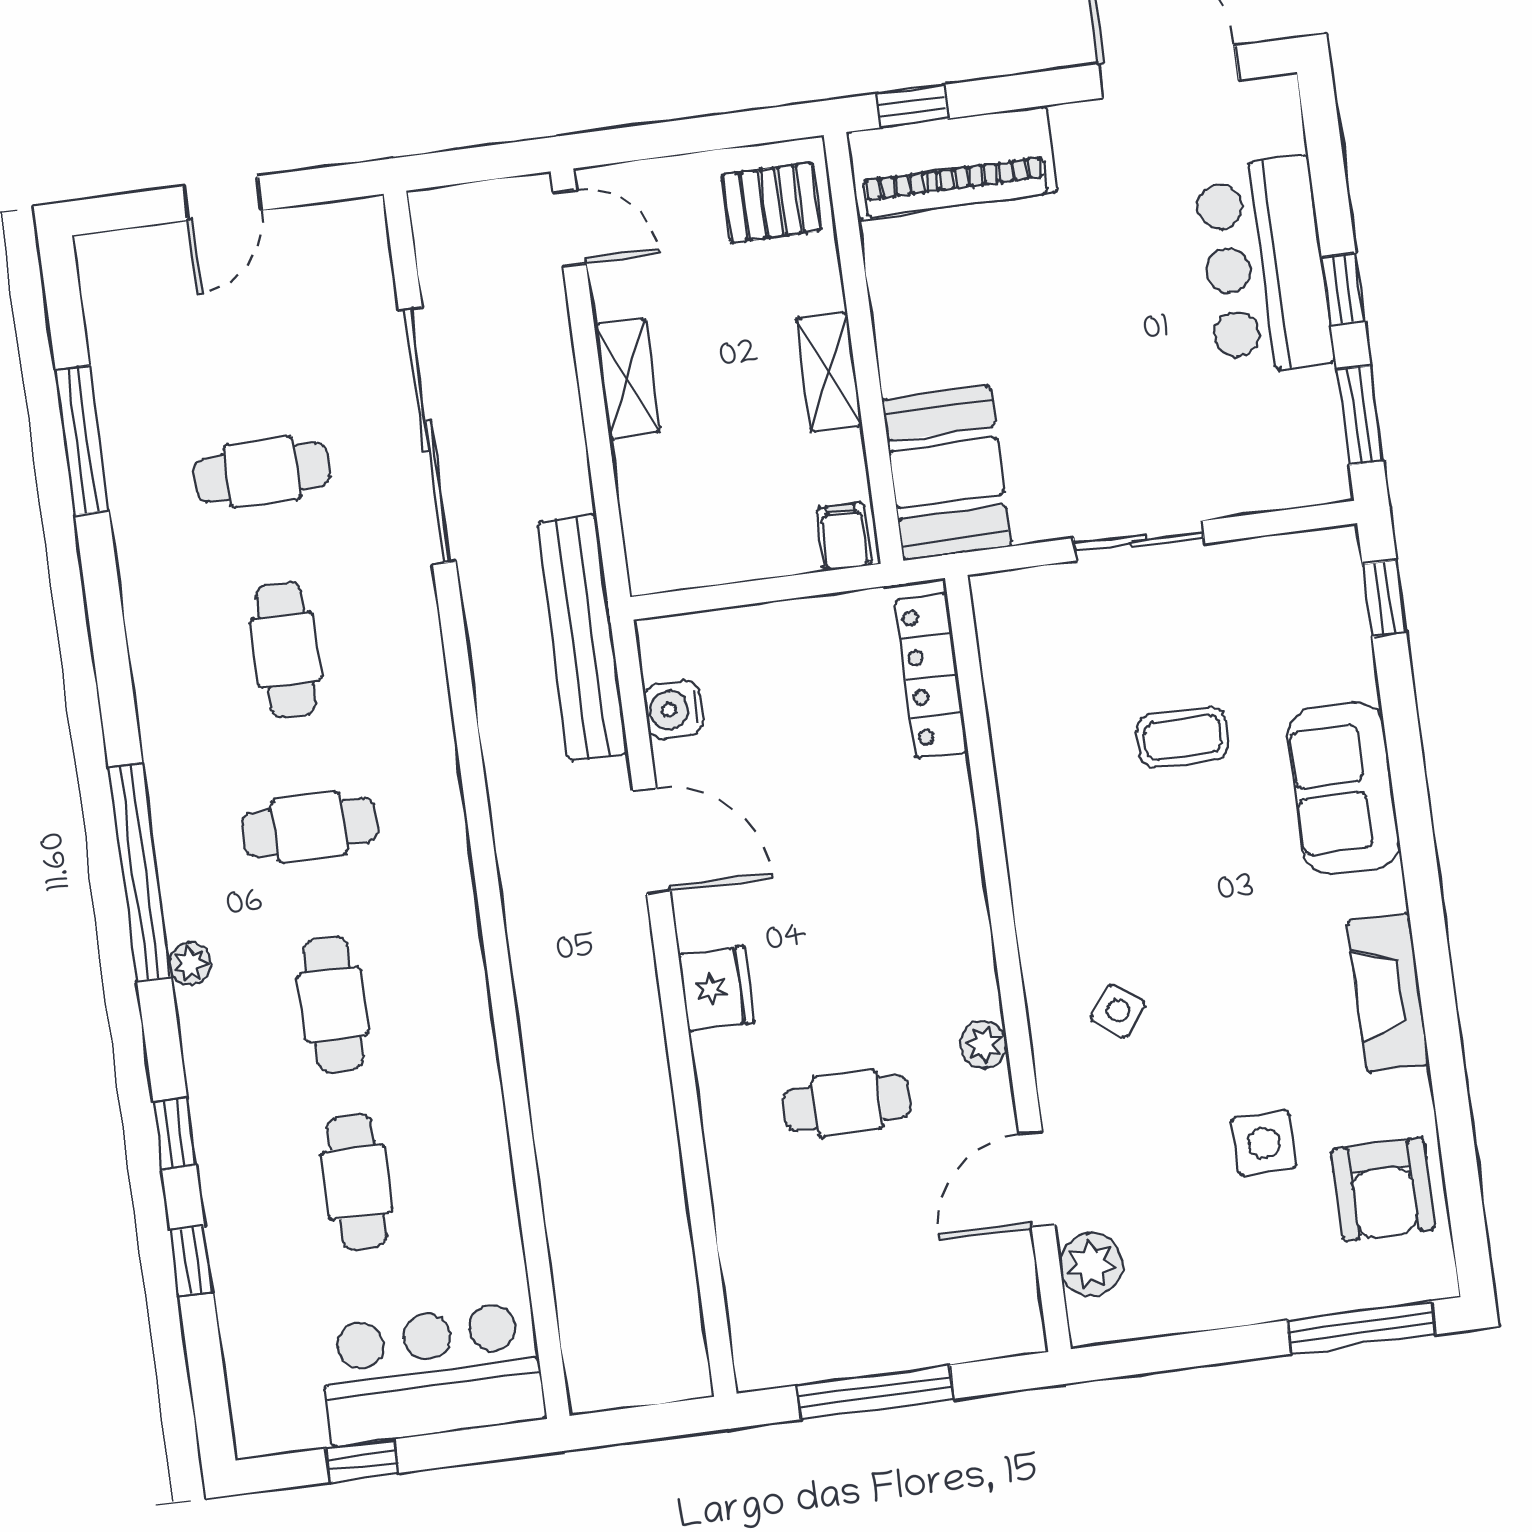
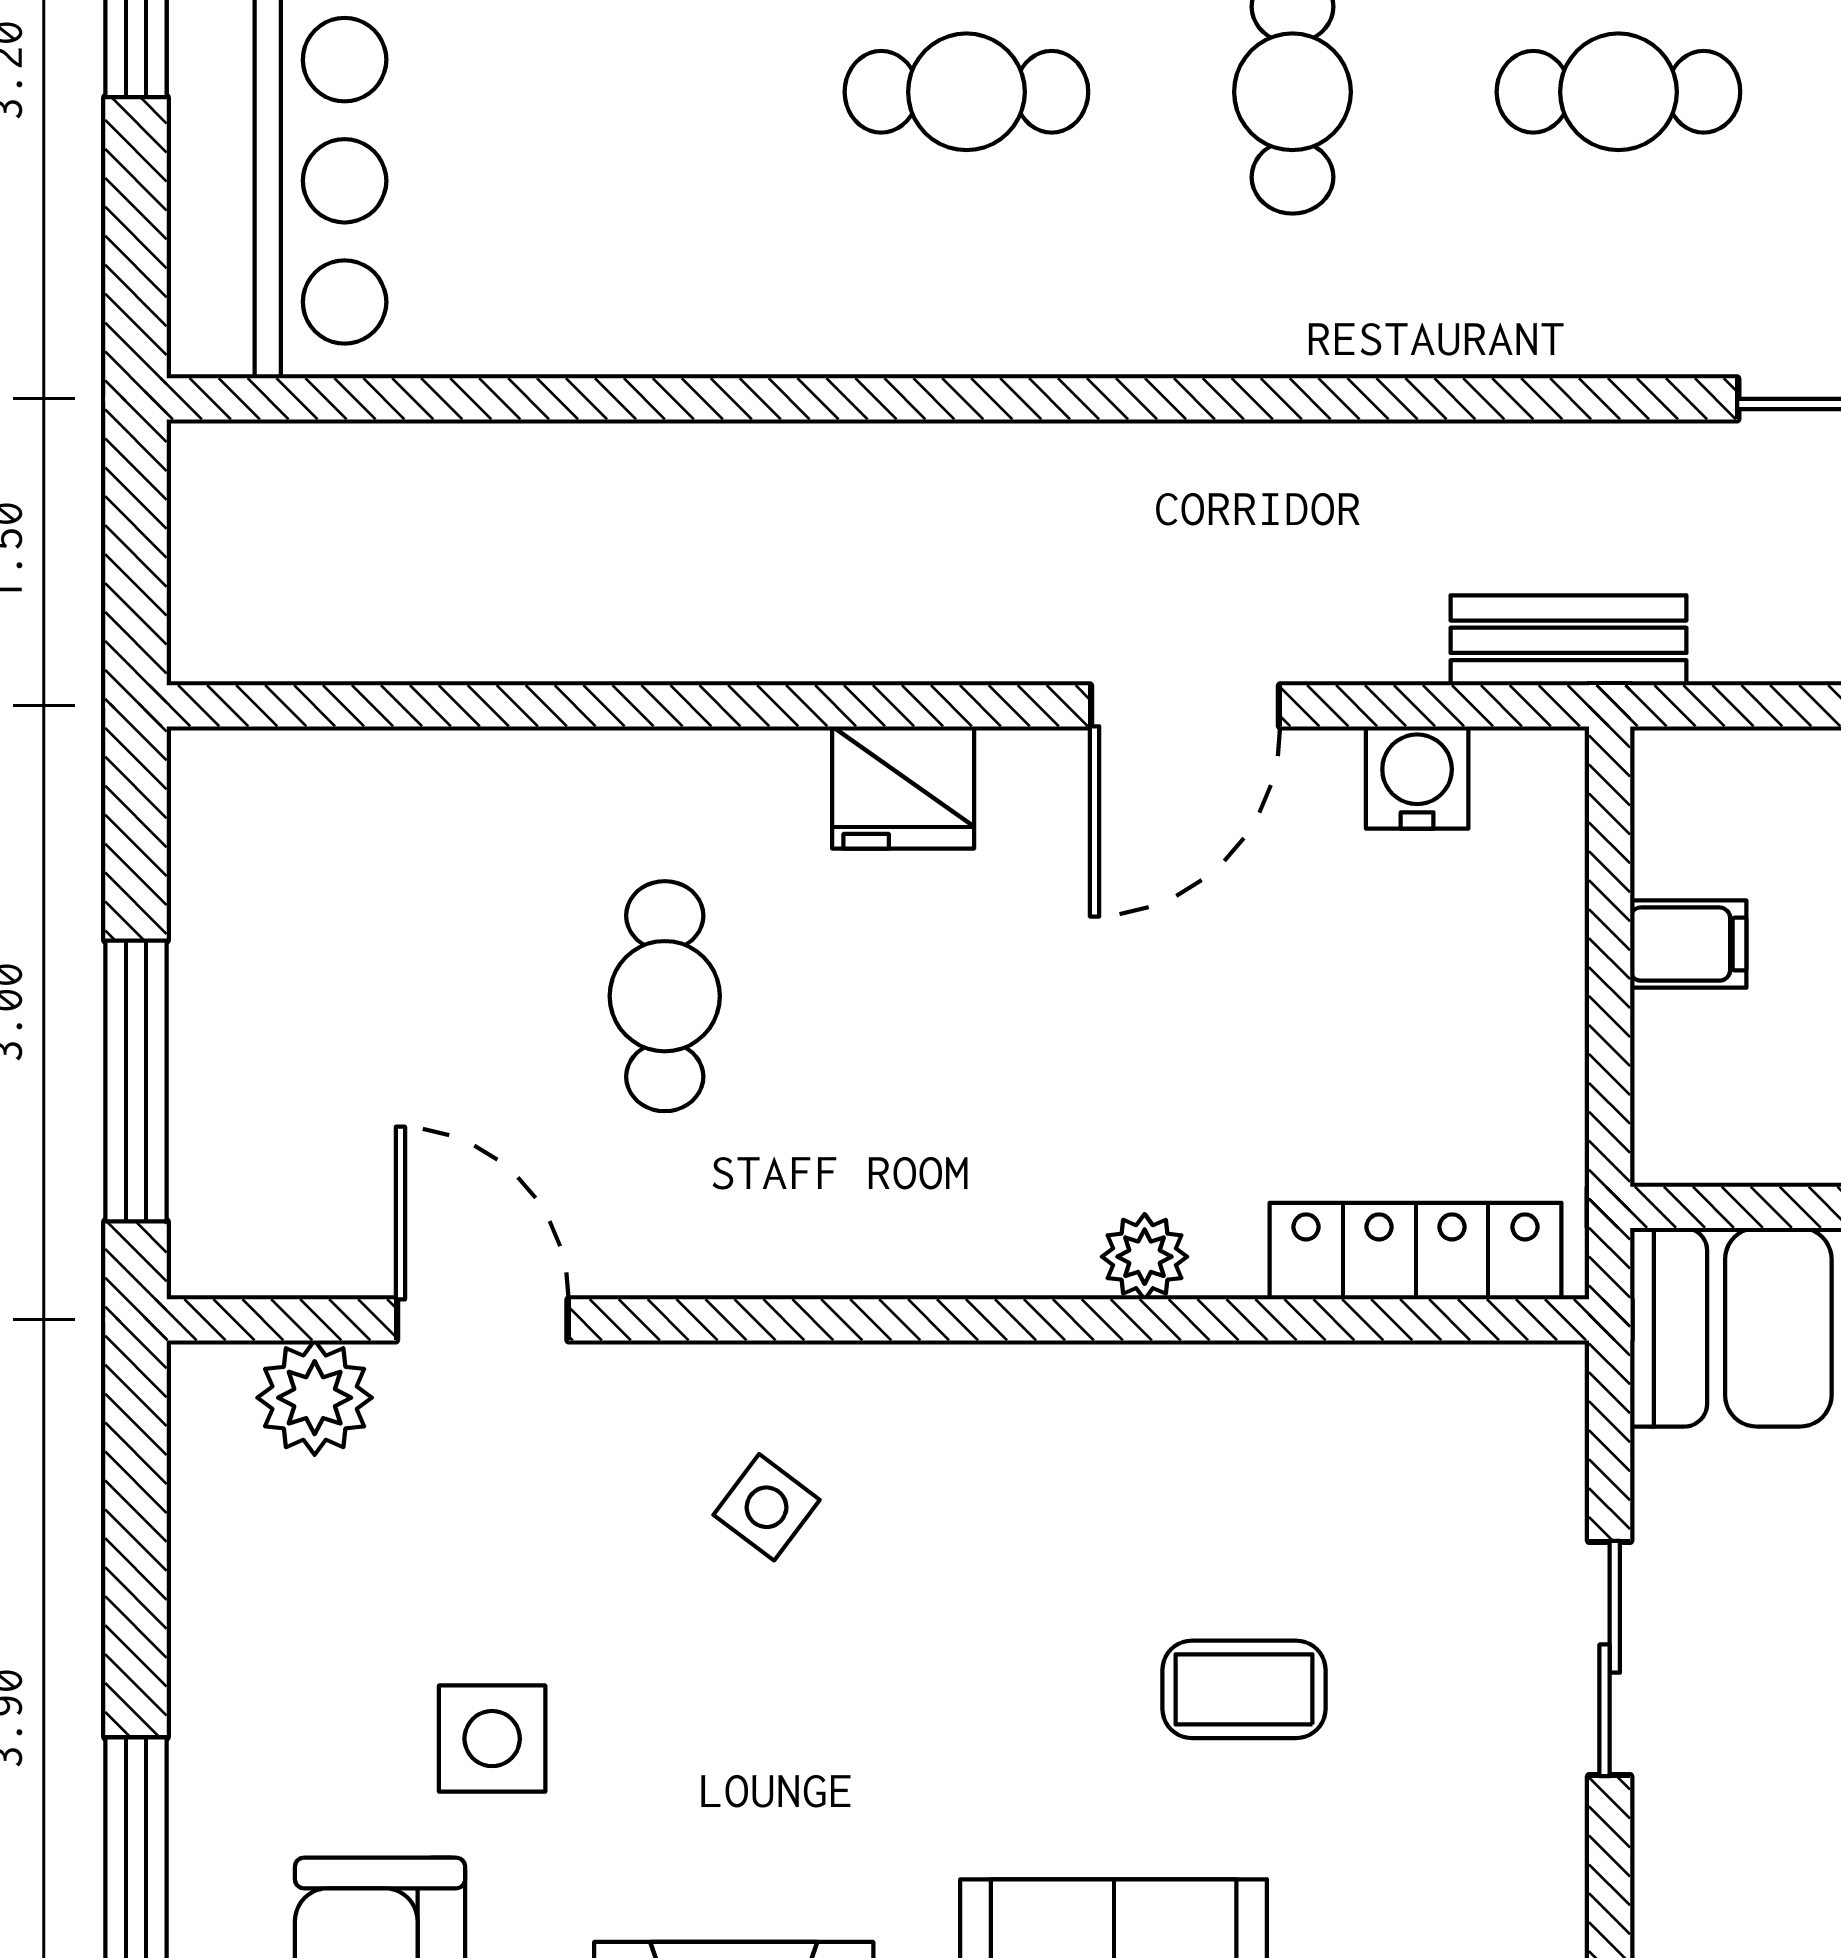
filing cabinet: (844, 537) -> (1688, 944), moved
bench: (583, 638) -> (1568, 640), width x0.54, depth x0.82
coffee table: (1182, 737) -> (1244, 1689), turned 90
plant: (984, 1045) -> (1145, 1257), moved
cafe table: (357, 1182) -> (640, 92), removed
window: (875, 1392) -> (136, 1081), moved

